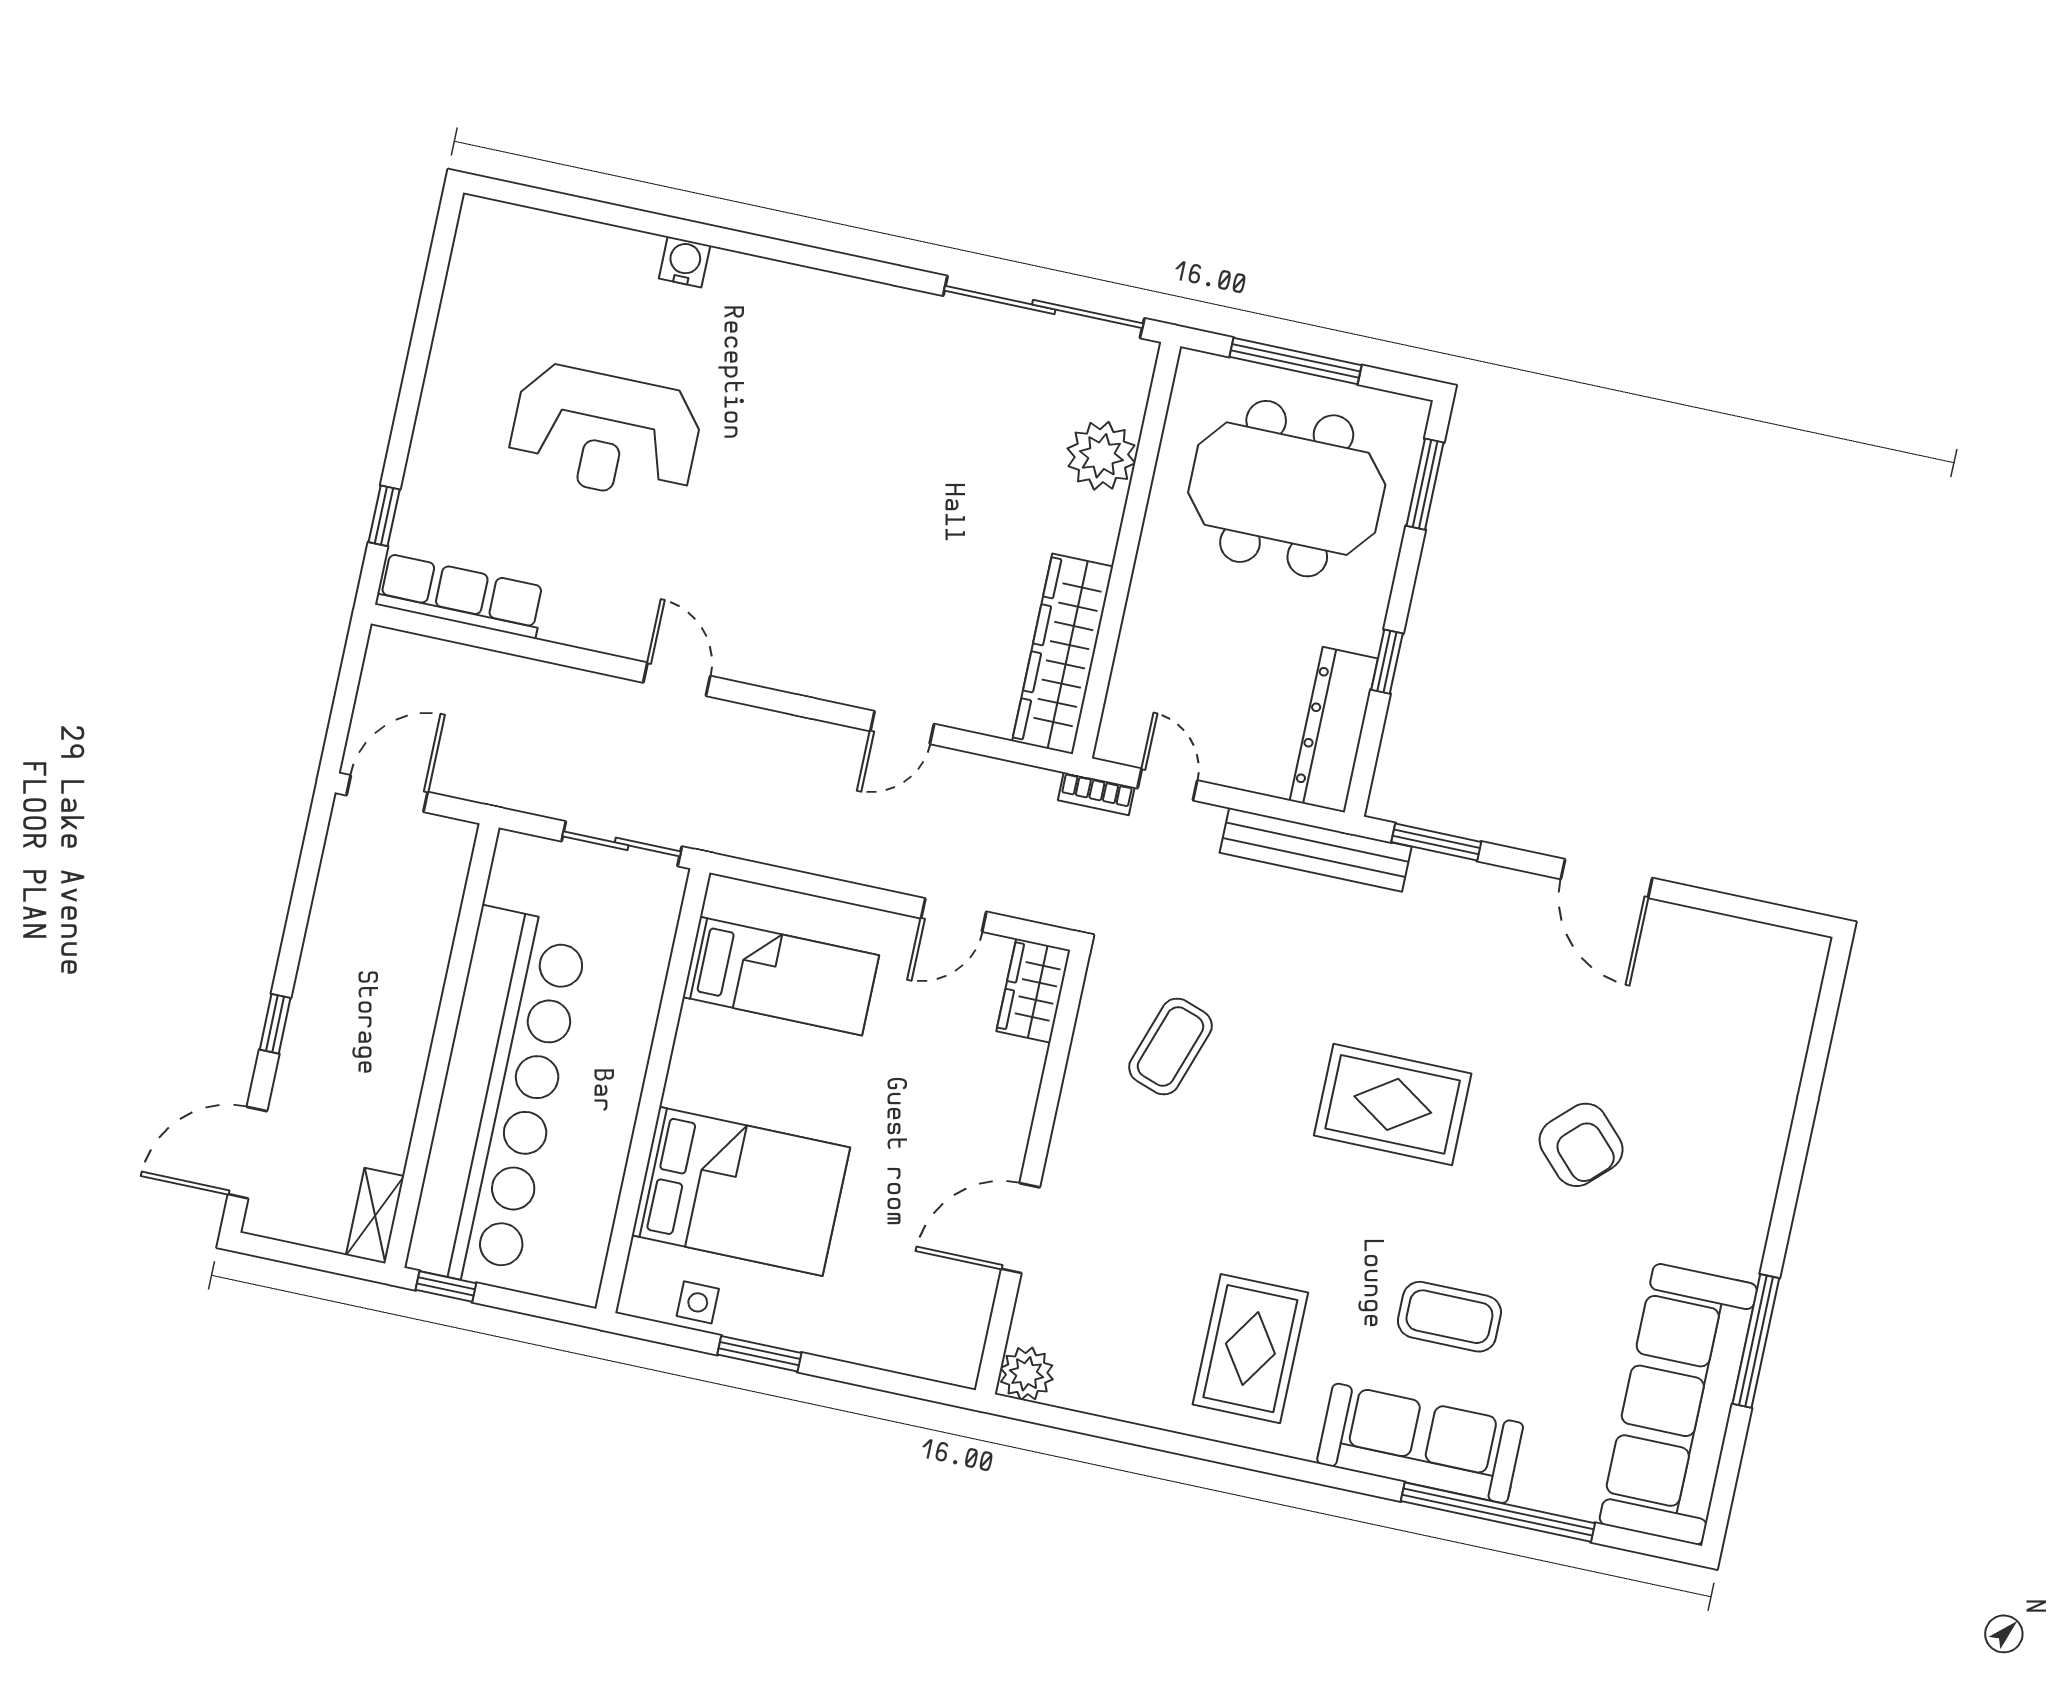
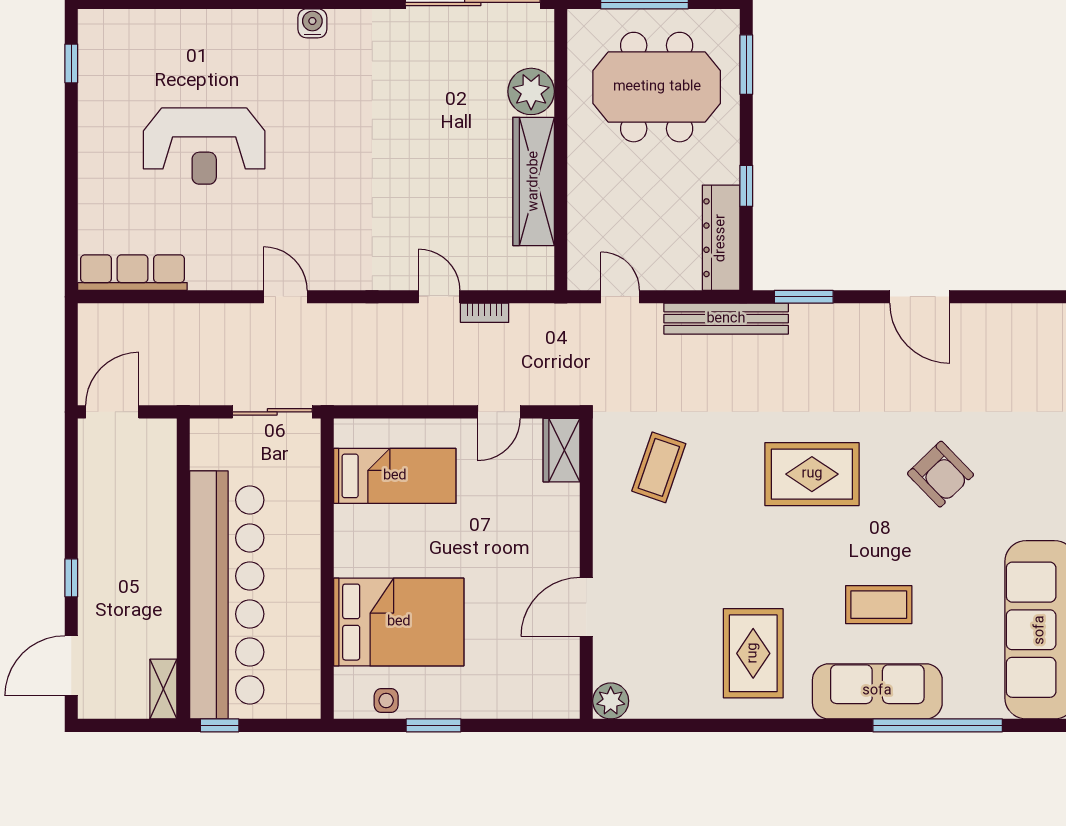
water cooler: (685, 262) -> (312, 23), moved
window: (384, 516) -> (71, 63), moved
wardrobe: (1063, 654) -> (534, 181), moved
door: (902, 728) -> (439, 297), swing flipped
bookcase: (1096, 794) -> (485, 313), moved

